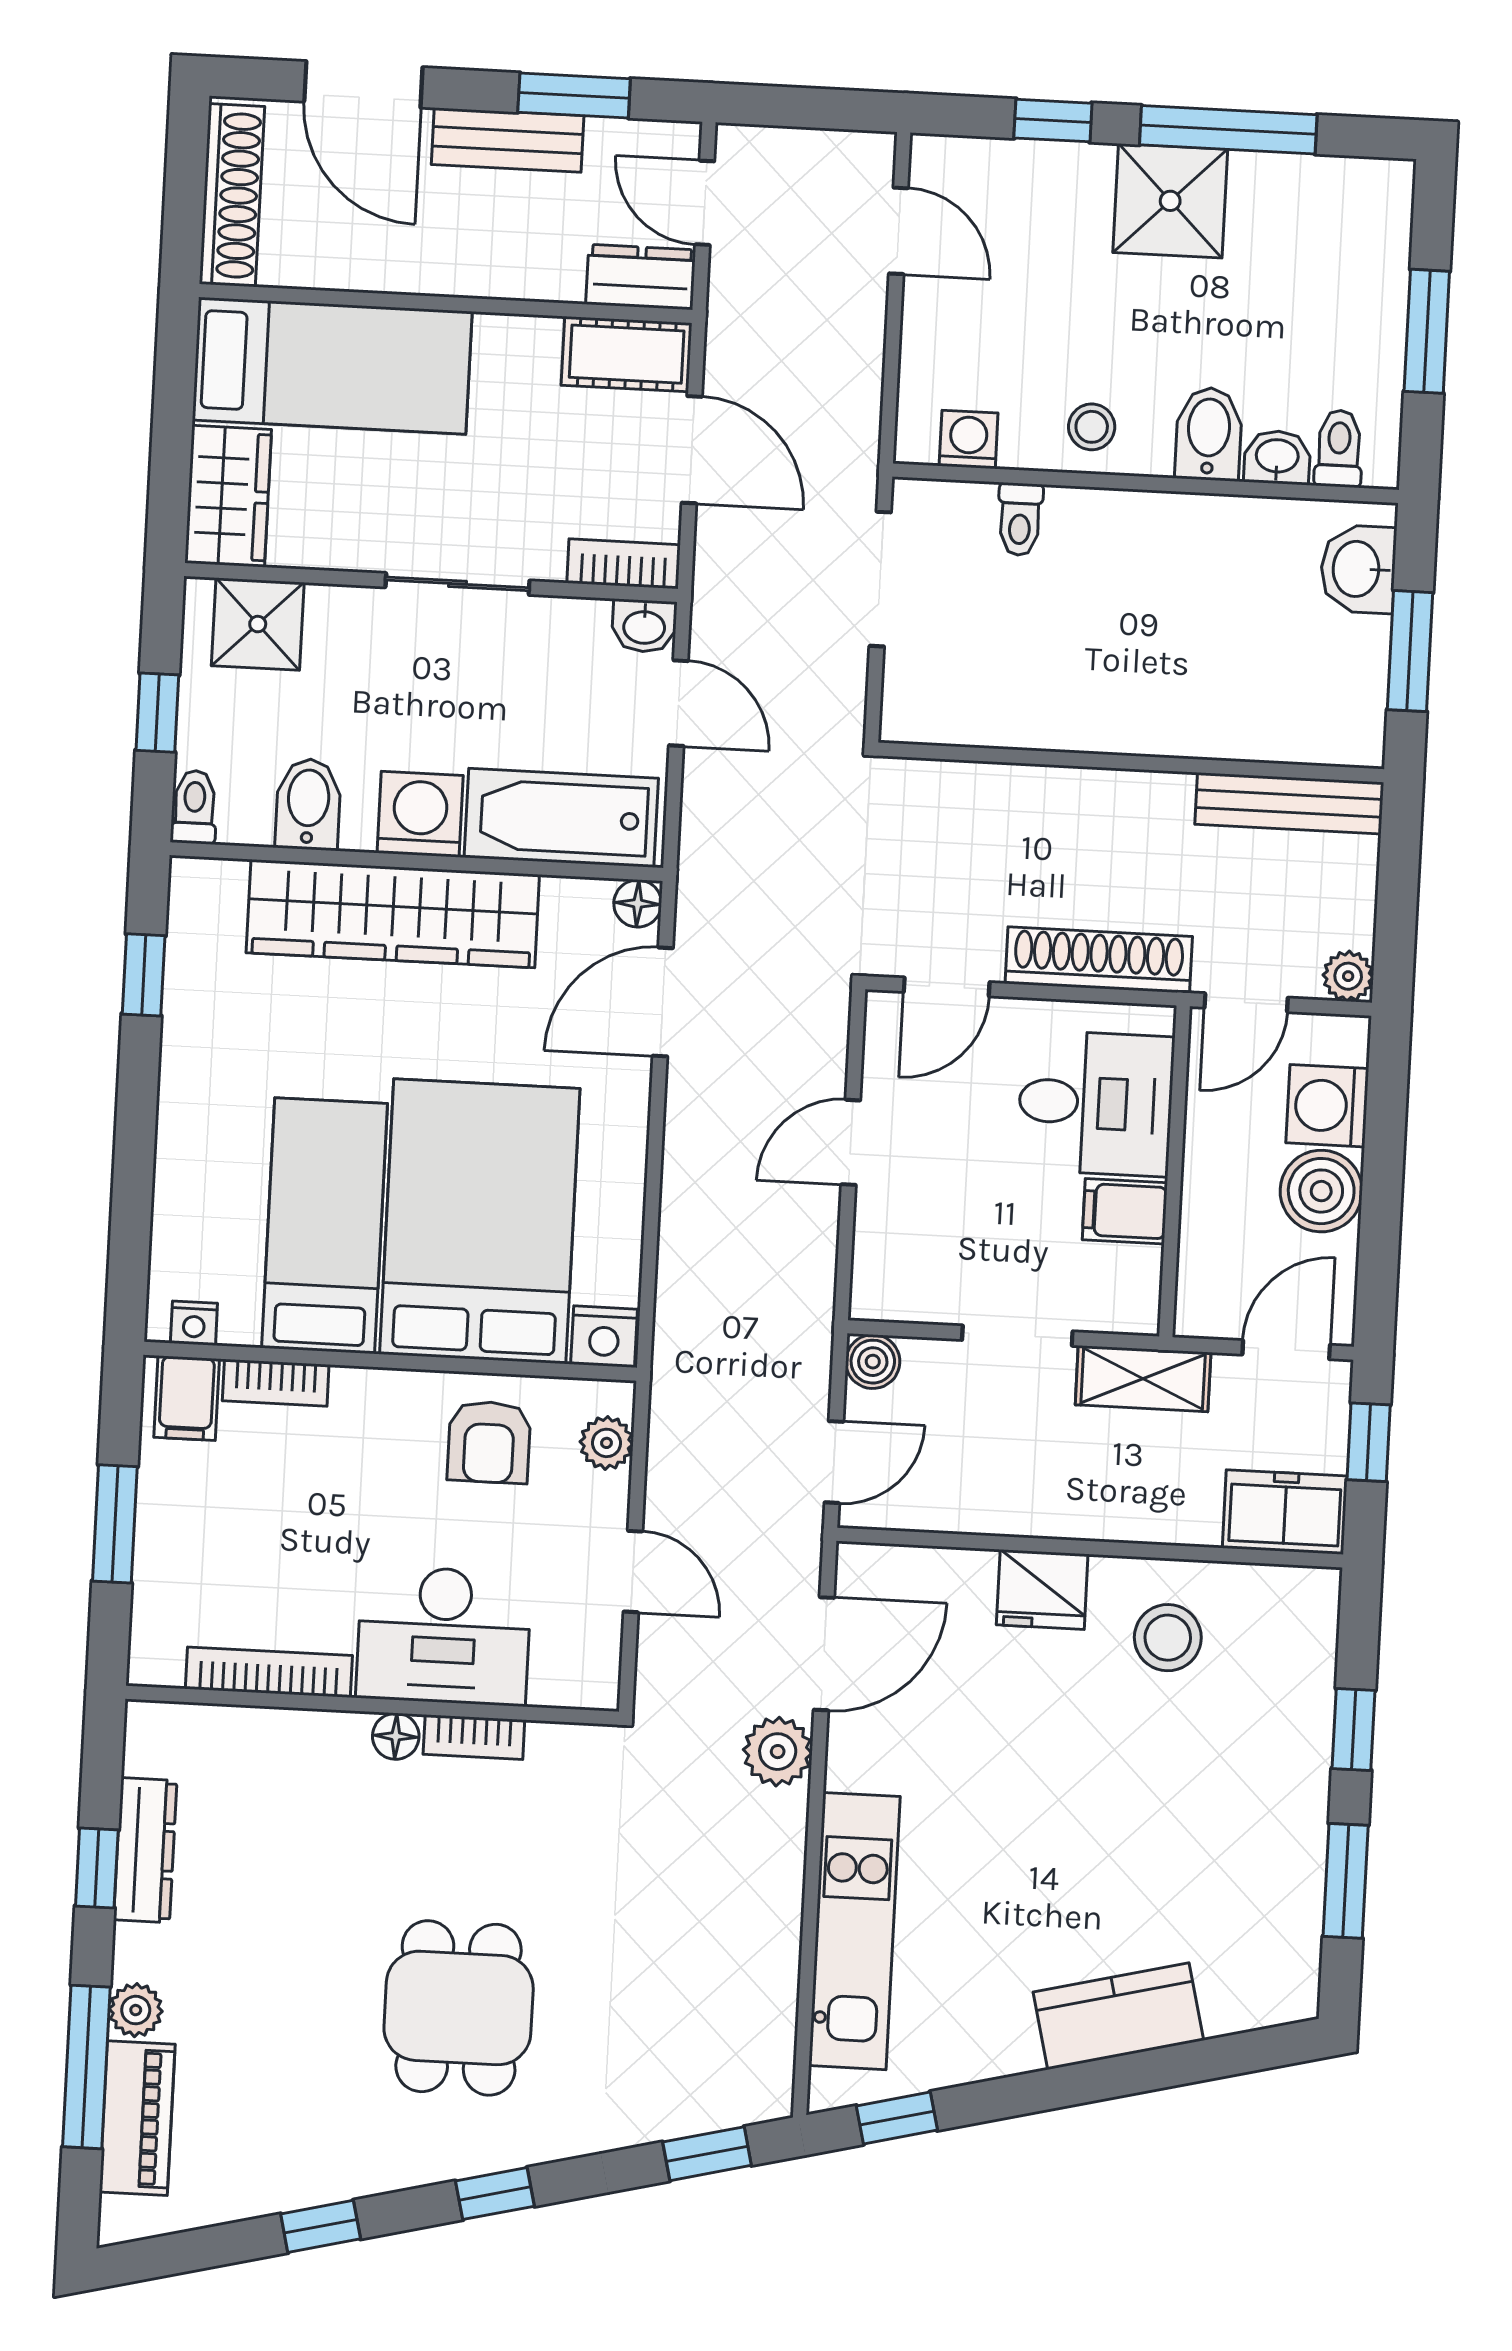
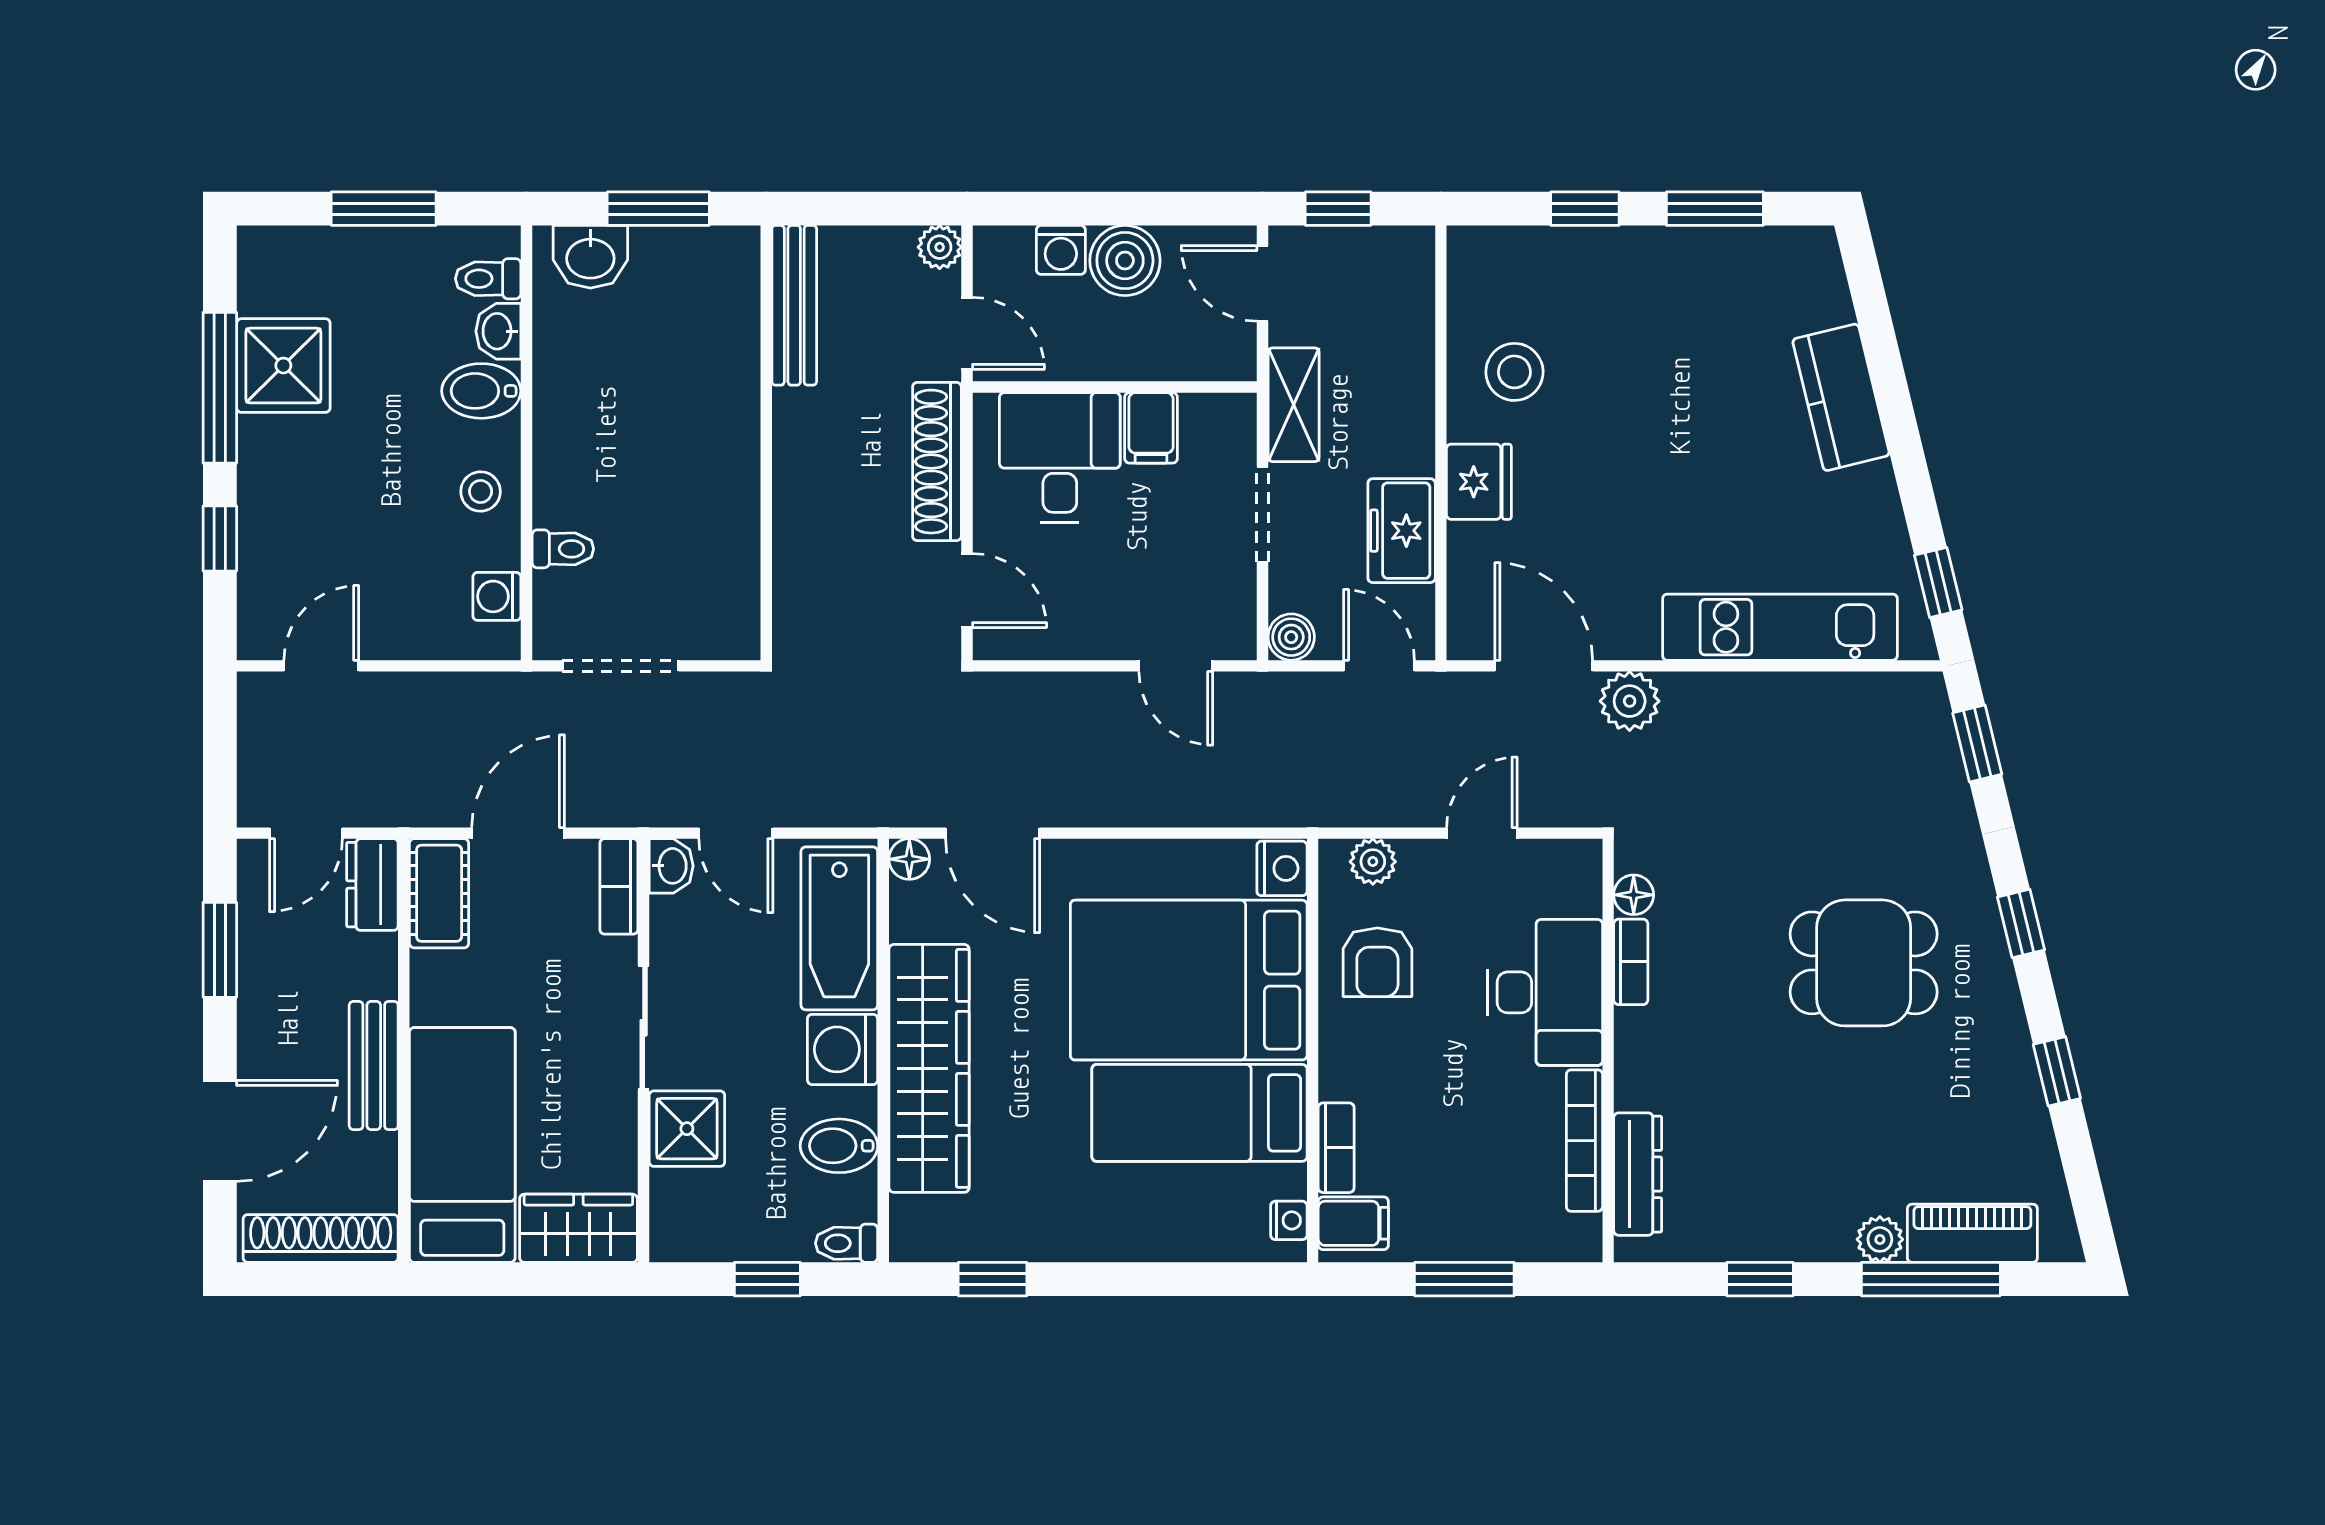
bench: (508, 140) -> (374, 1065), moved
shower: (1170, 201) -> (283, 366), moved
shower: (258, 624) -> (687, 1129), moved
door: (678, 703) -> (736, 833), swing flipped
washing machine: (1327, 1106) -> (1061, 250), width x0.73, depth x0.73
door: (851, 1142) -> (1176, 666), moved
armchair: (489, 1442) -> (1377, 962), turned 90
freezer: (1285, 1512) -> (1402, 531), moved
floor lamp: (396, 1736) -> (1634, 895), moved
dresser: (145, 1850) -> (1638, 1174), moved, turned 90

